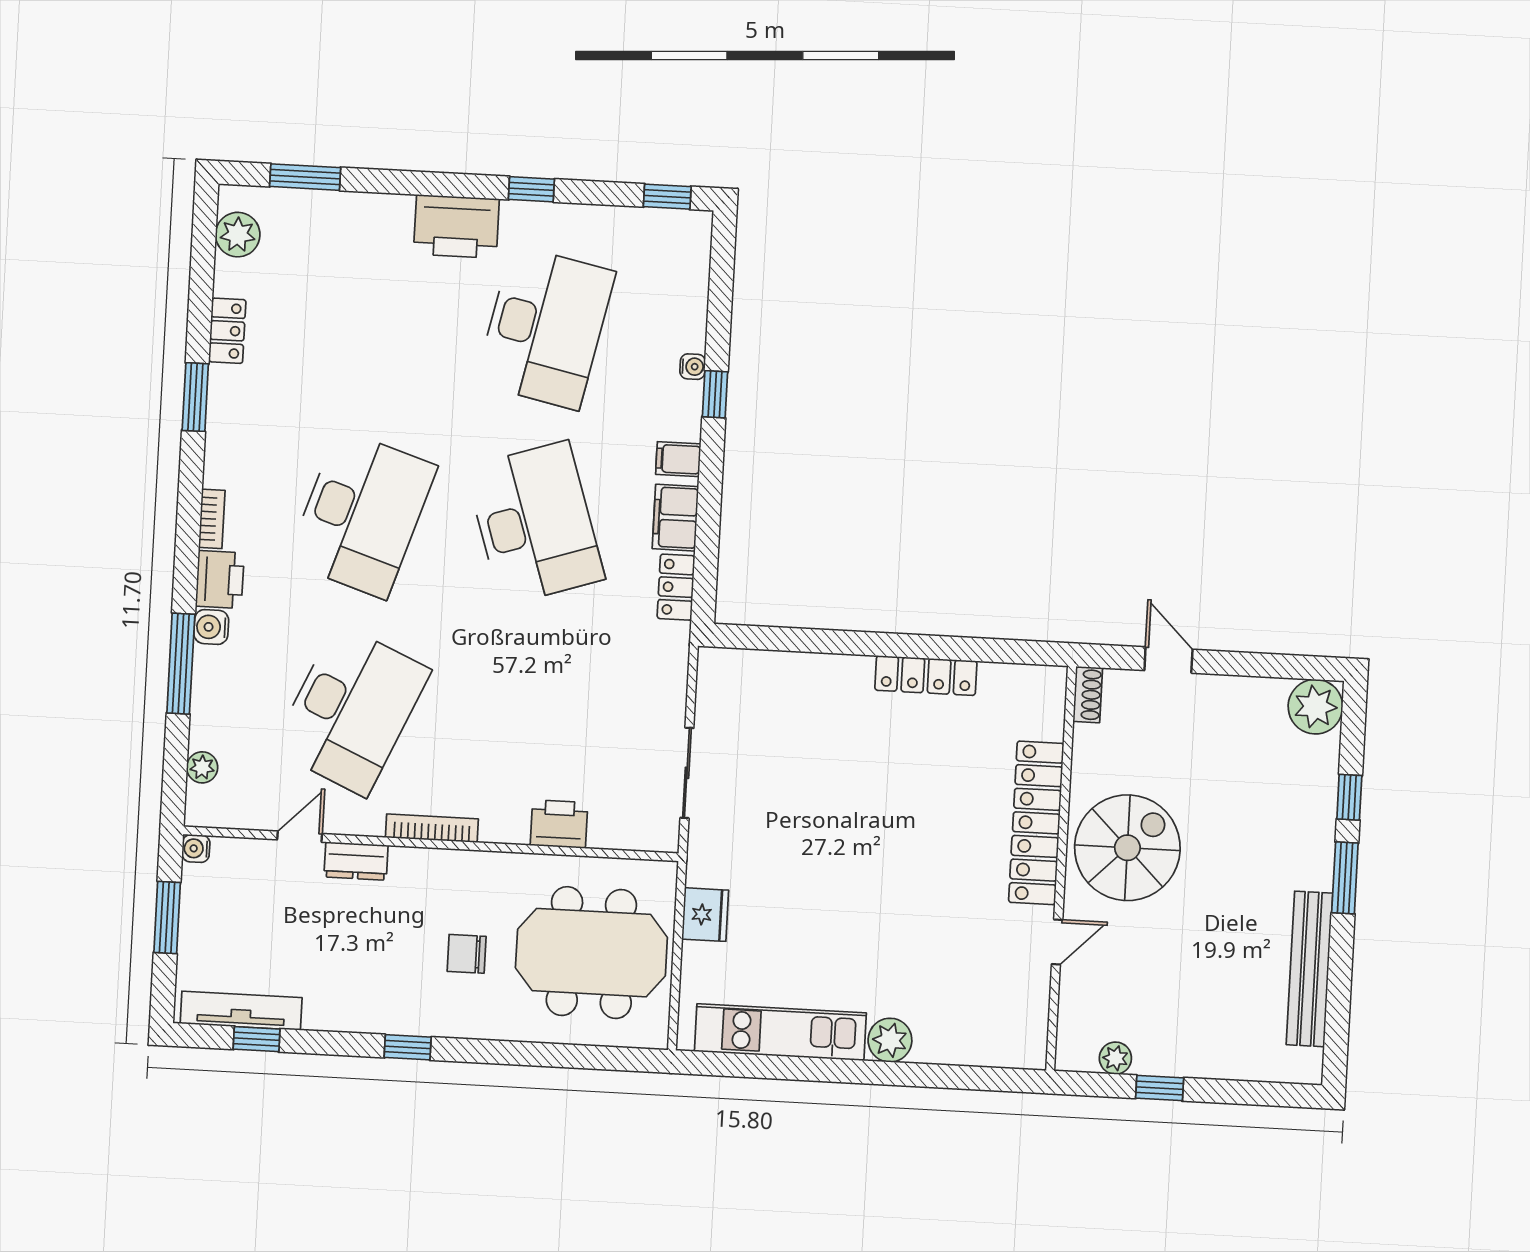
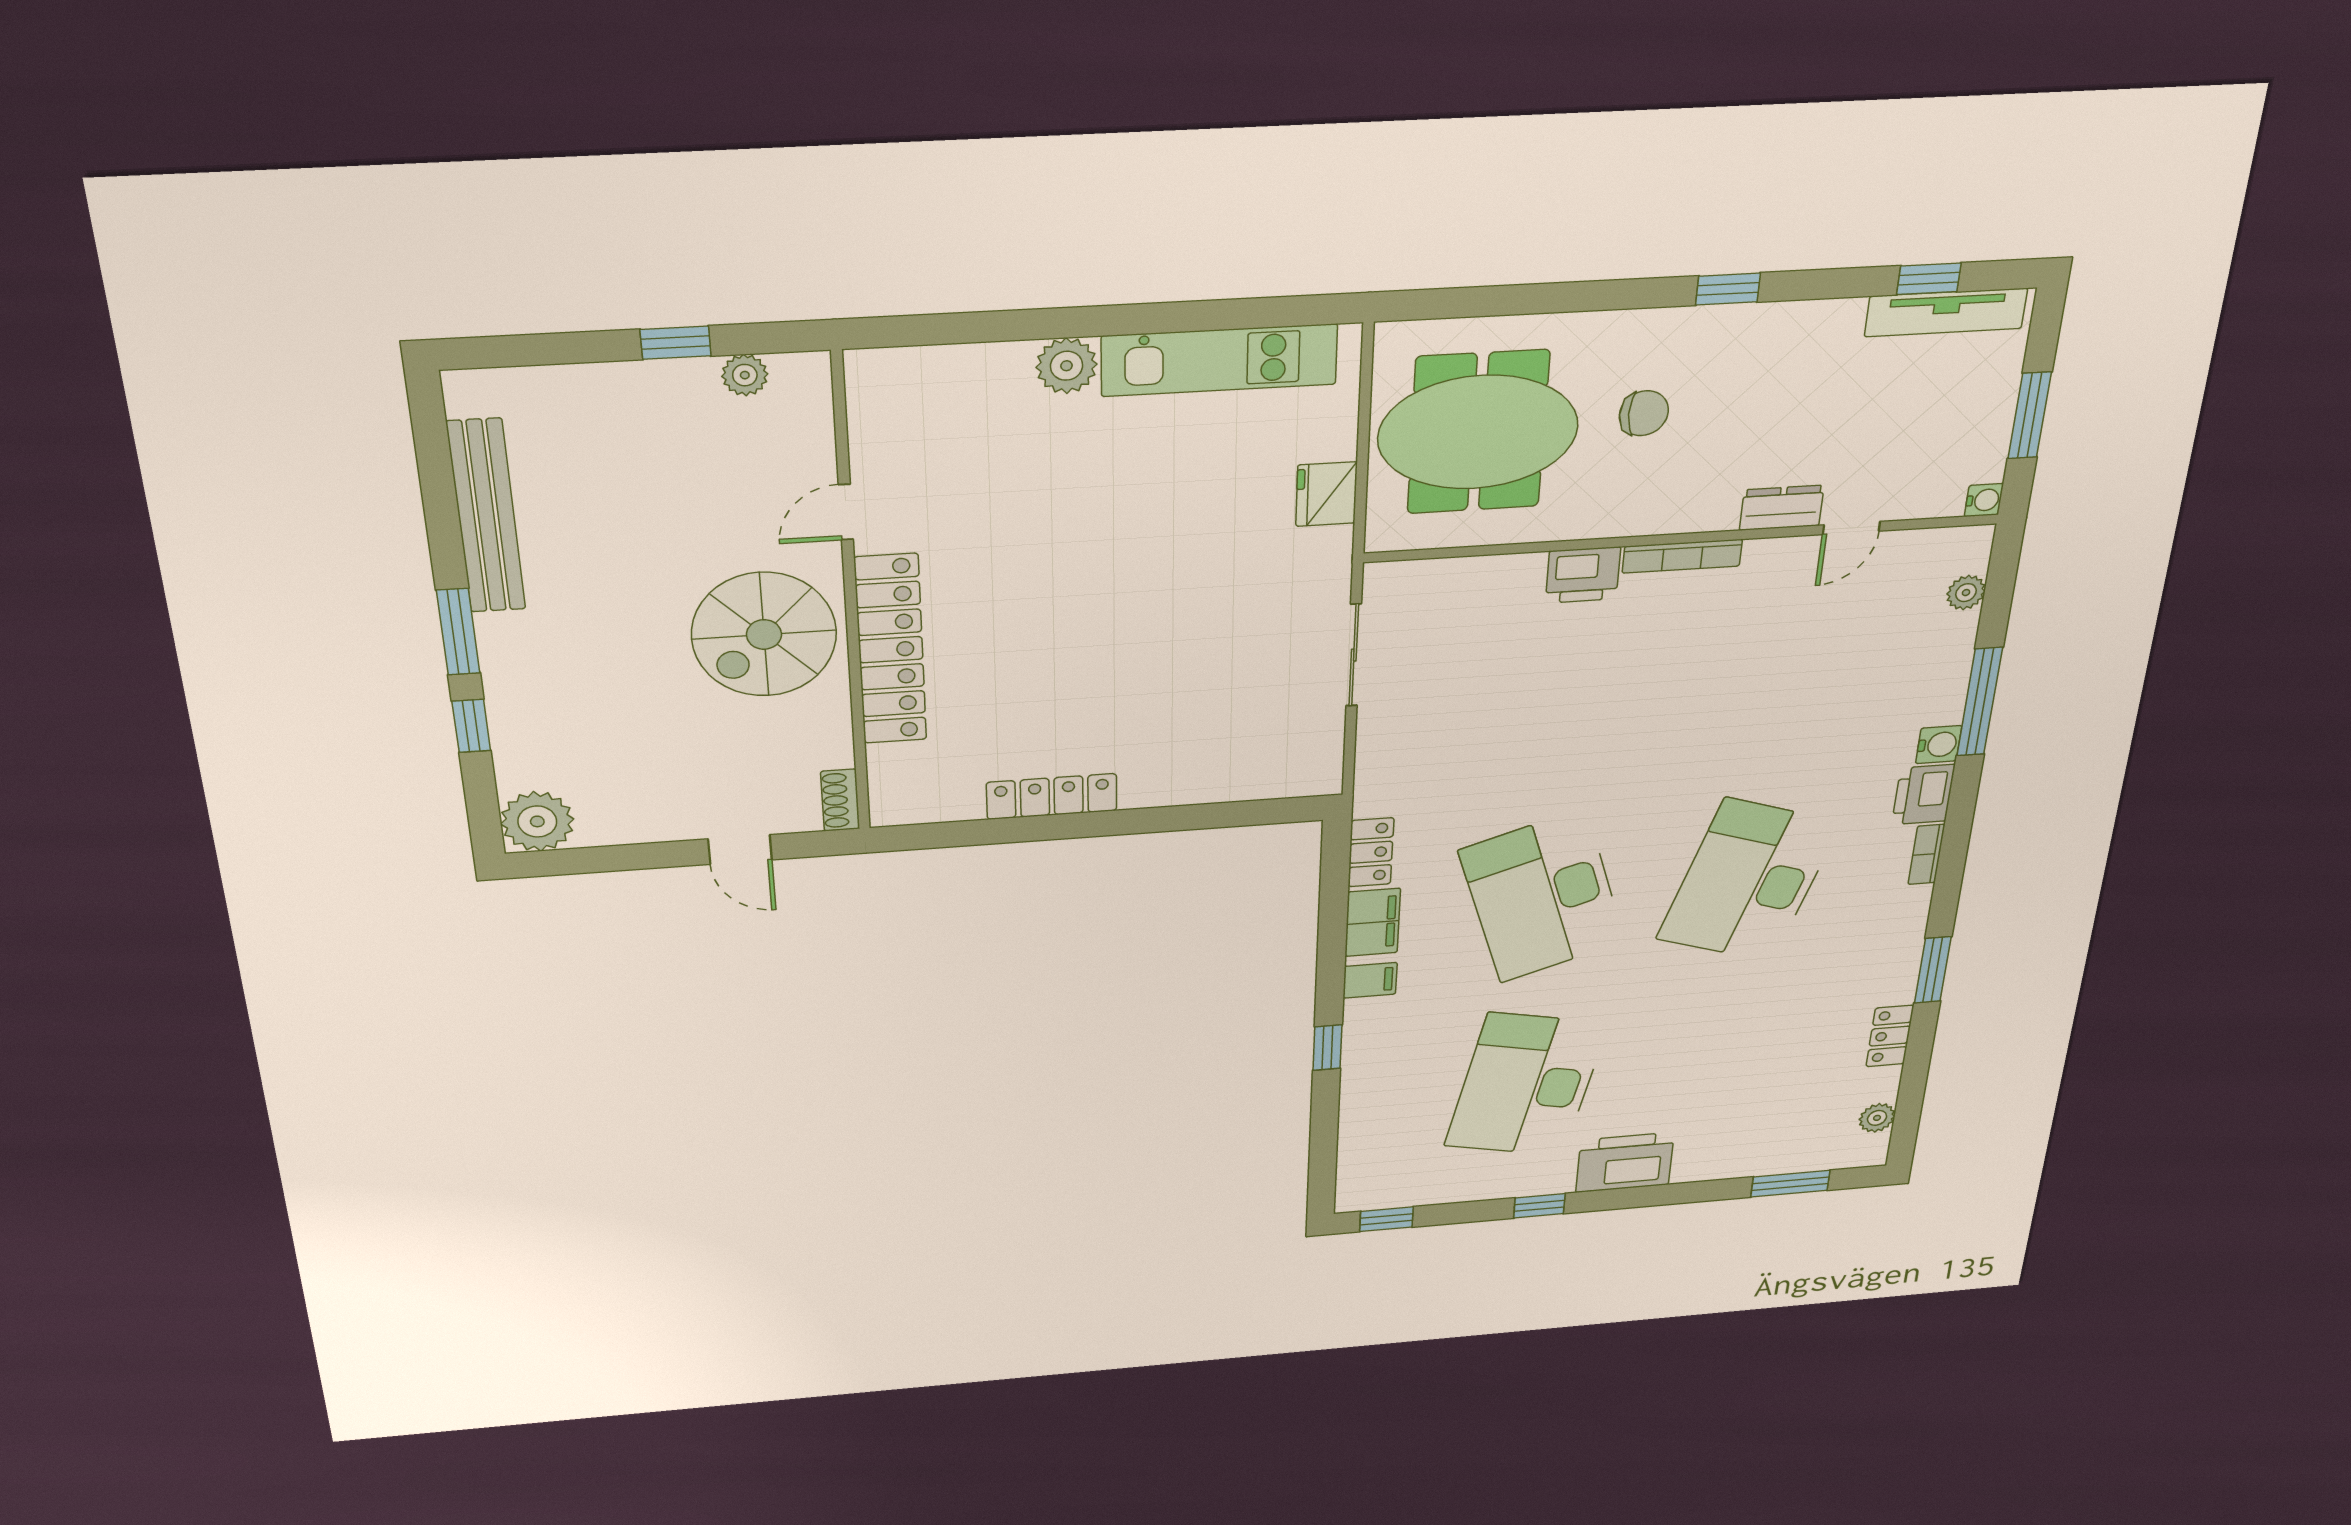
plant: (238, 235) -> (1877, 1118), width x0.73, depth x0.73
water cooler: (693, 367) -> (1355, 1070), removed
desk: (351, 710) -> (1776, 677), removed
printer: (559, 824) -> (1583, 575), moved

